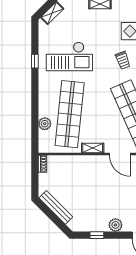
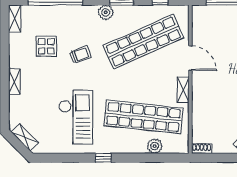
window: (35, 61) -> (103, 158), moved
door: (120, 154) -> (190, 58), hinge flipped

